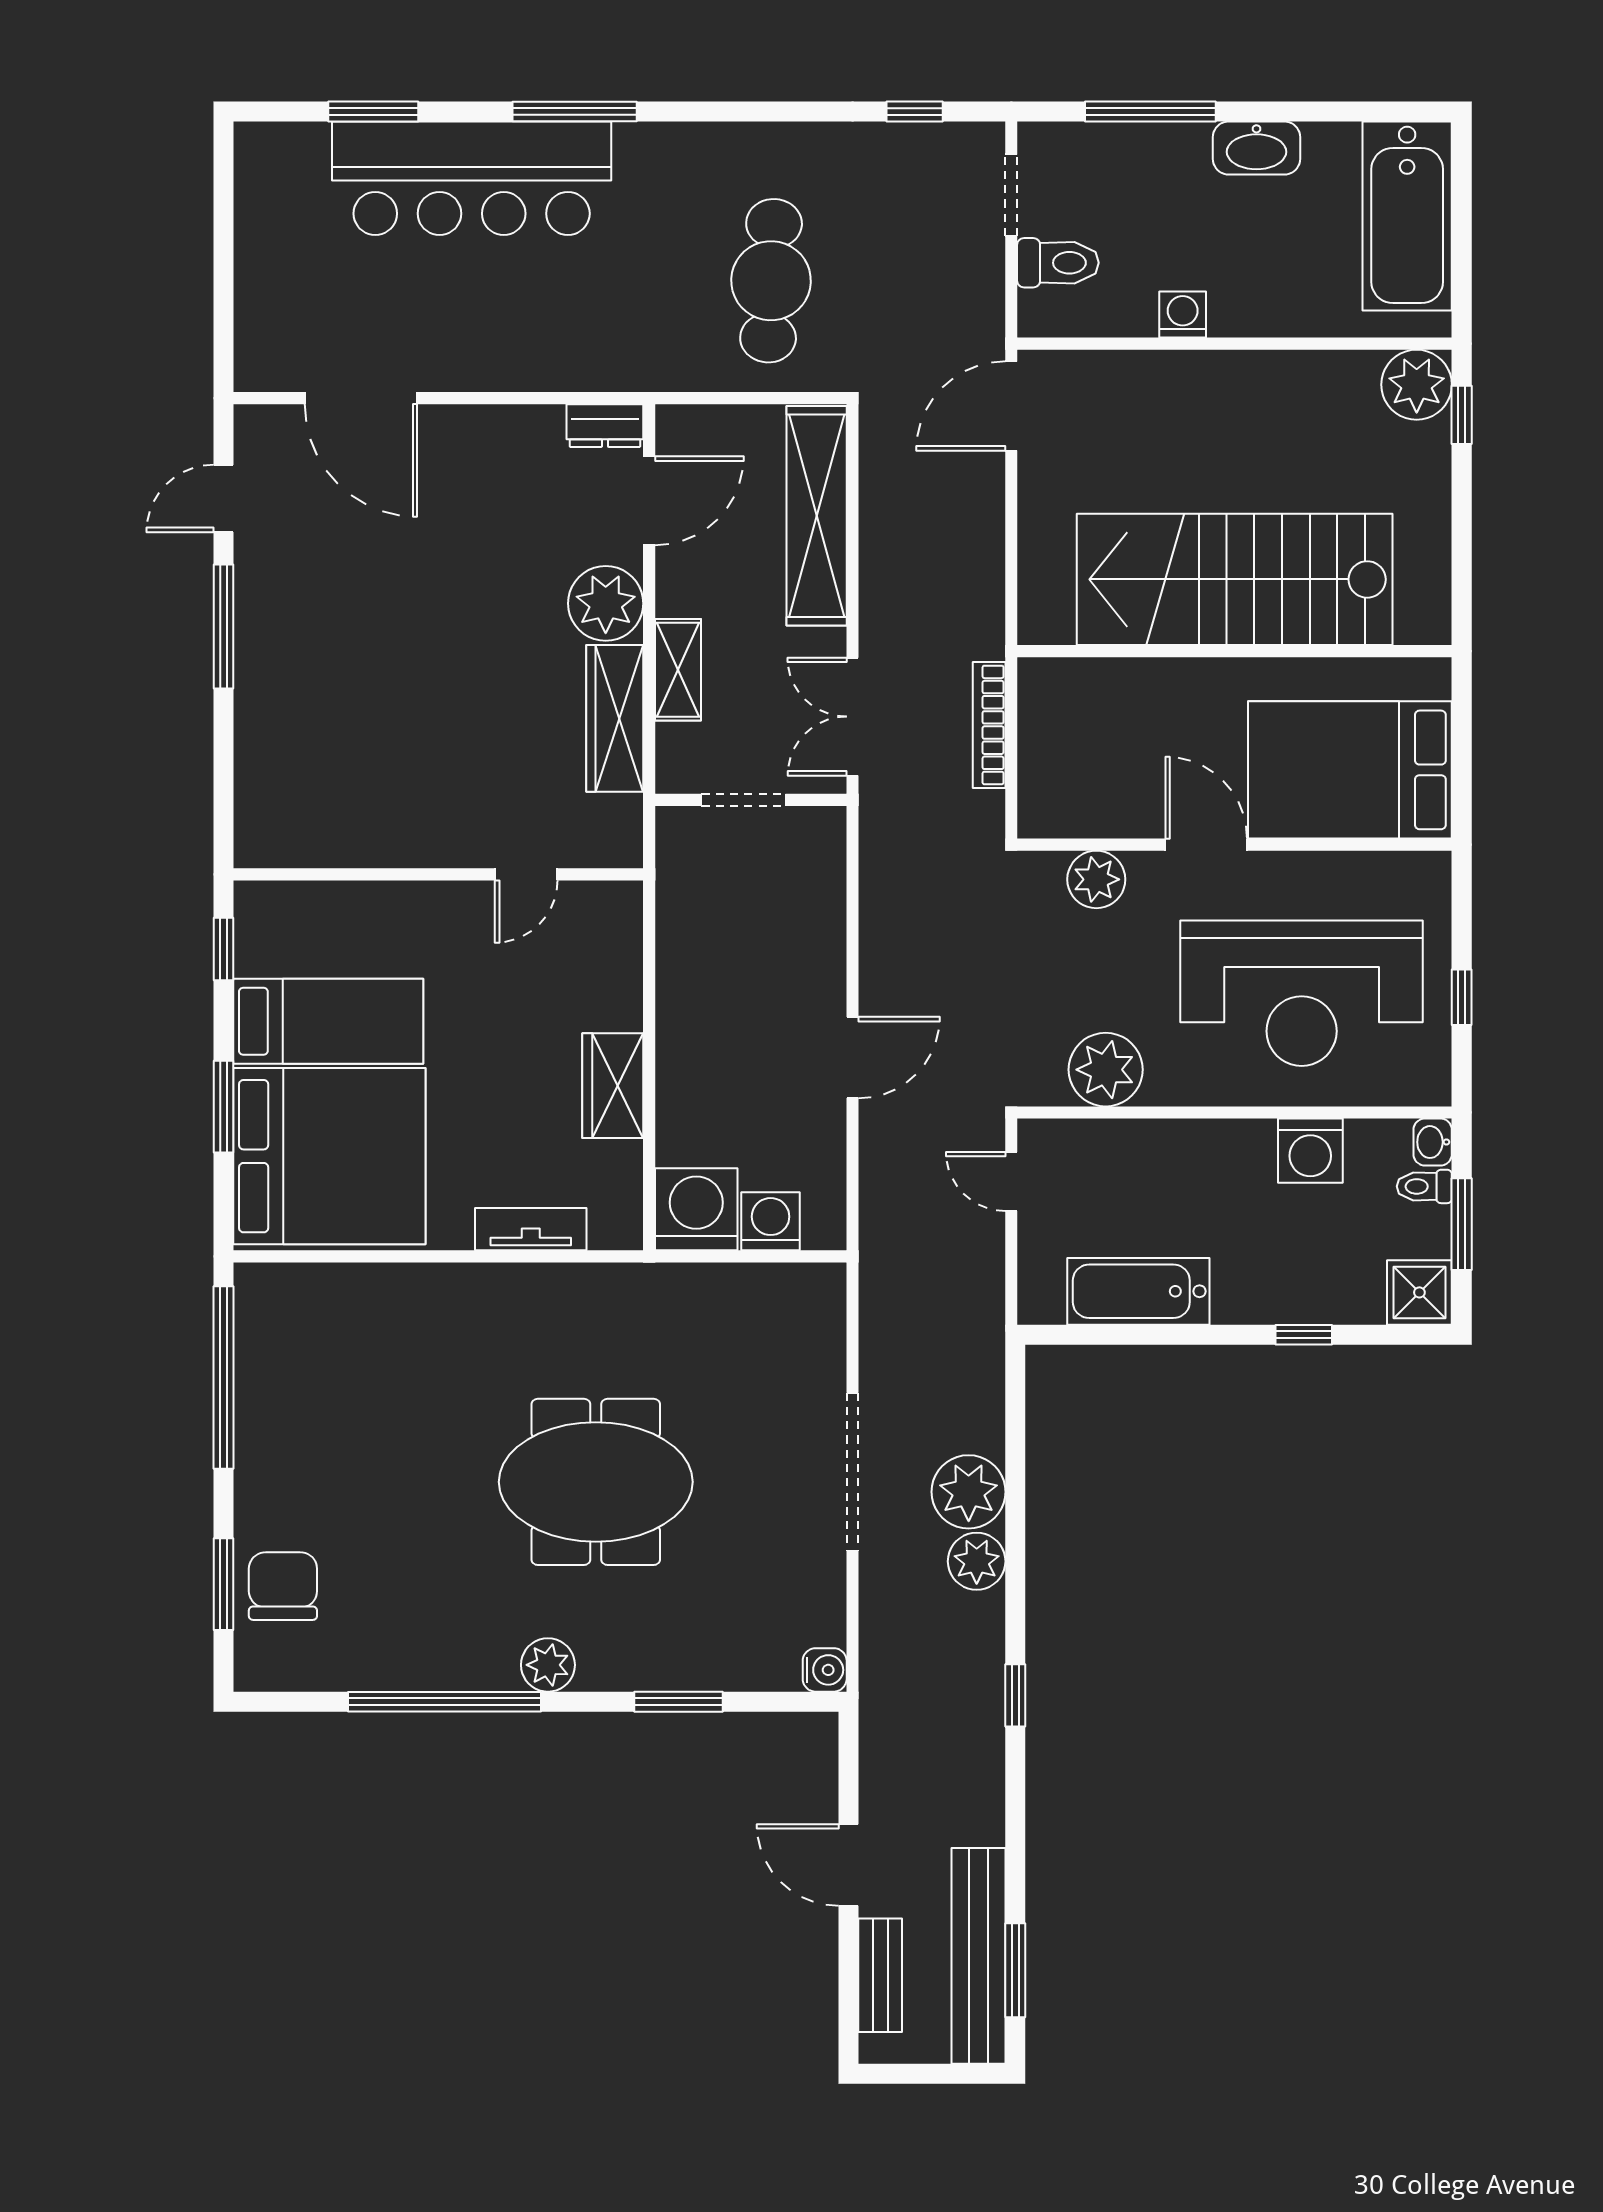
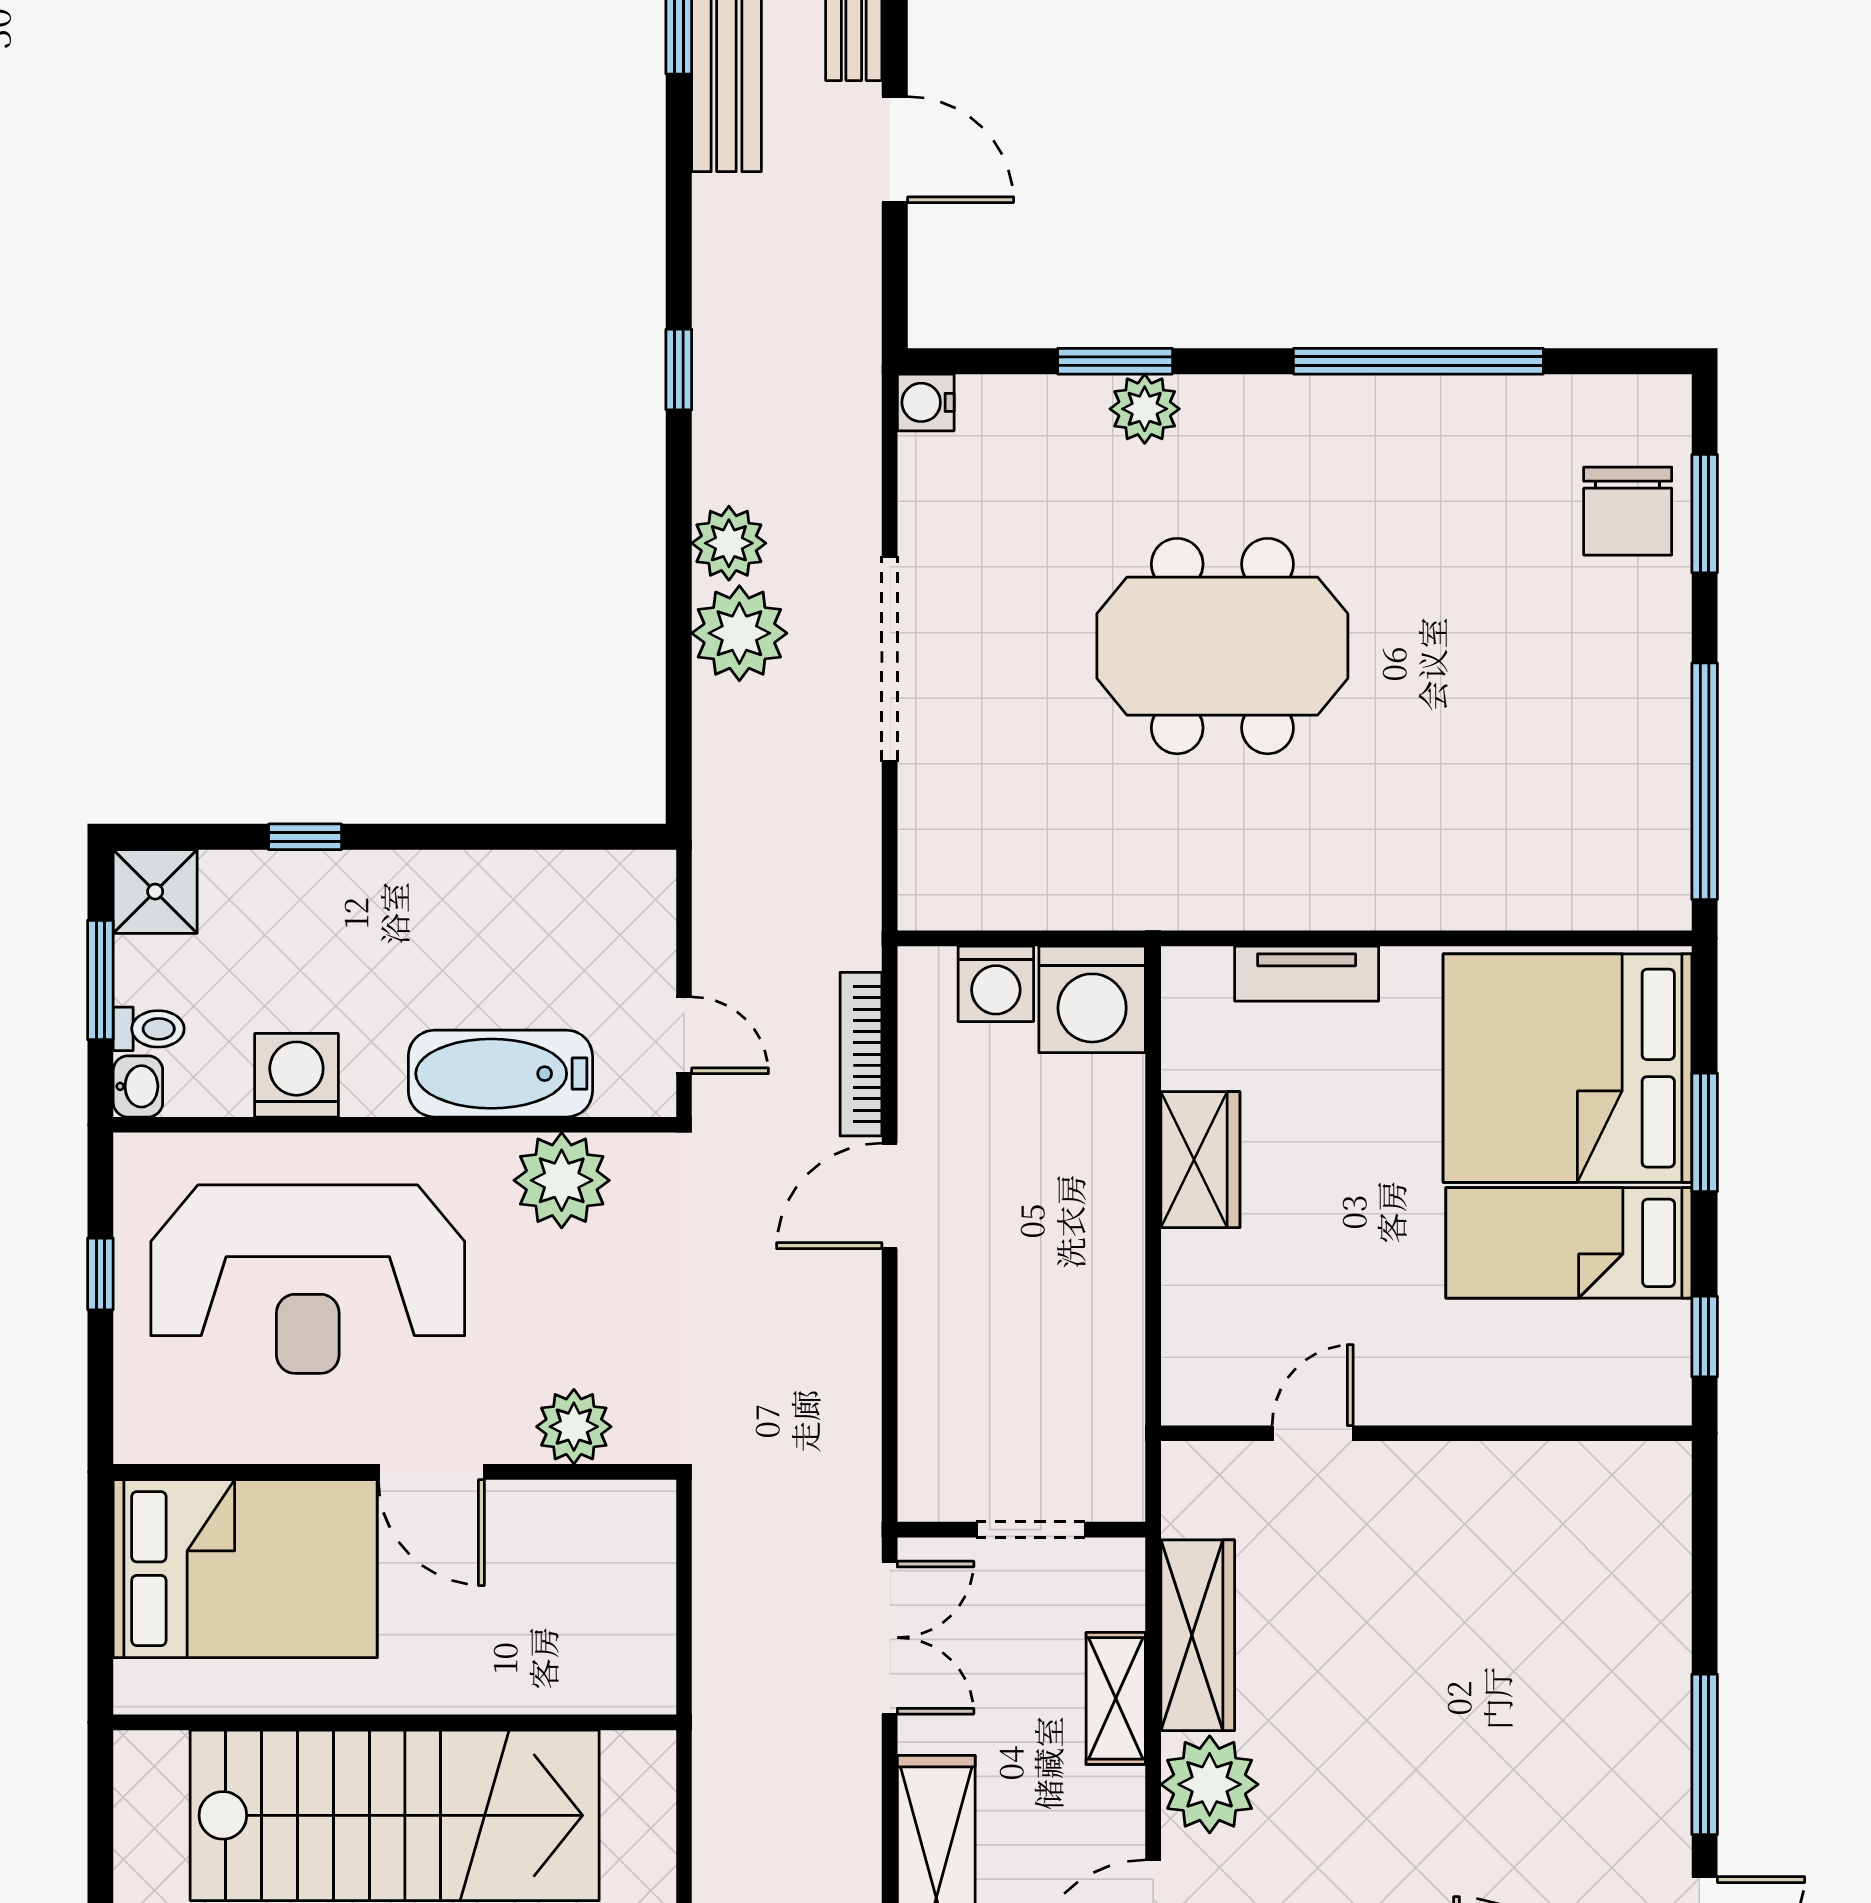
bookcase: (989, 725) -> (861, 1054), moved, turned 180
reception desk: (1302, 993) -> (308, 1279), turned 180
bathtub: (1138, 1291) -> (500, 1074), moved, turned 180
plant: (548, 1665) -> (1145, 409), moved

